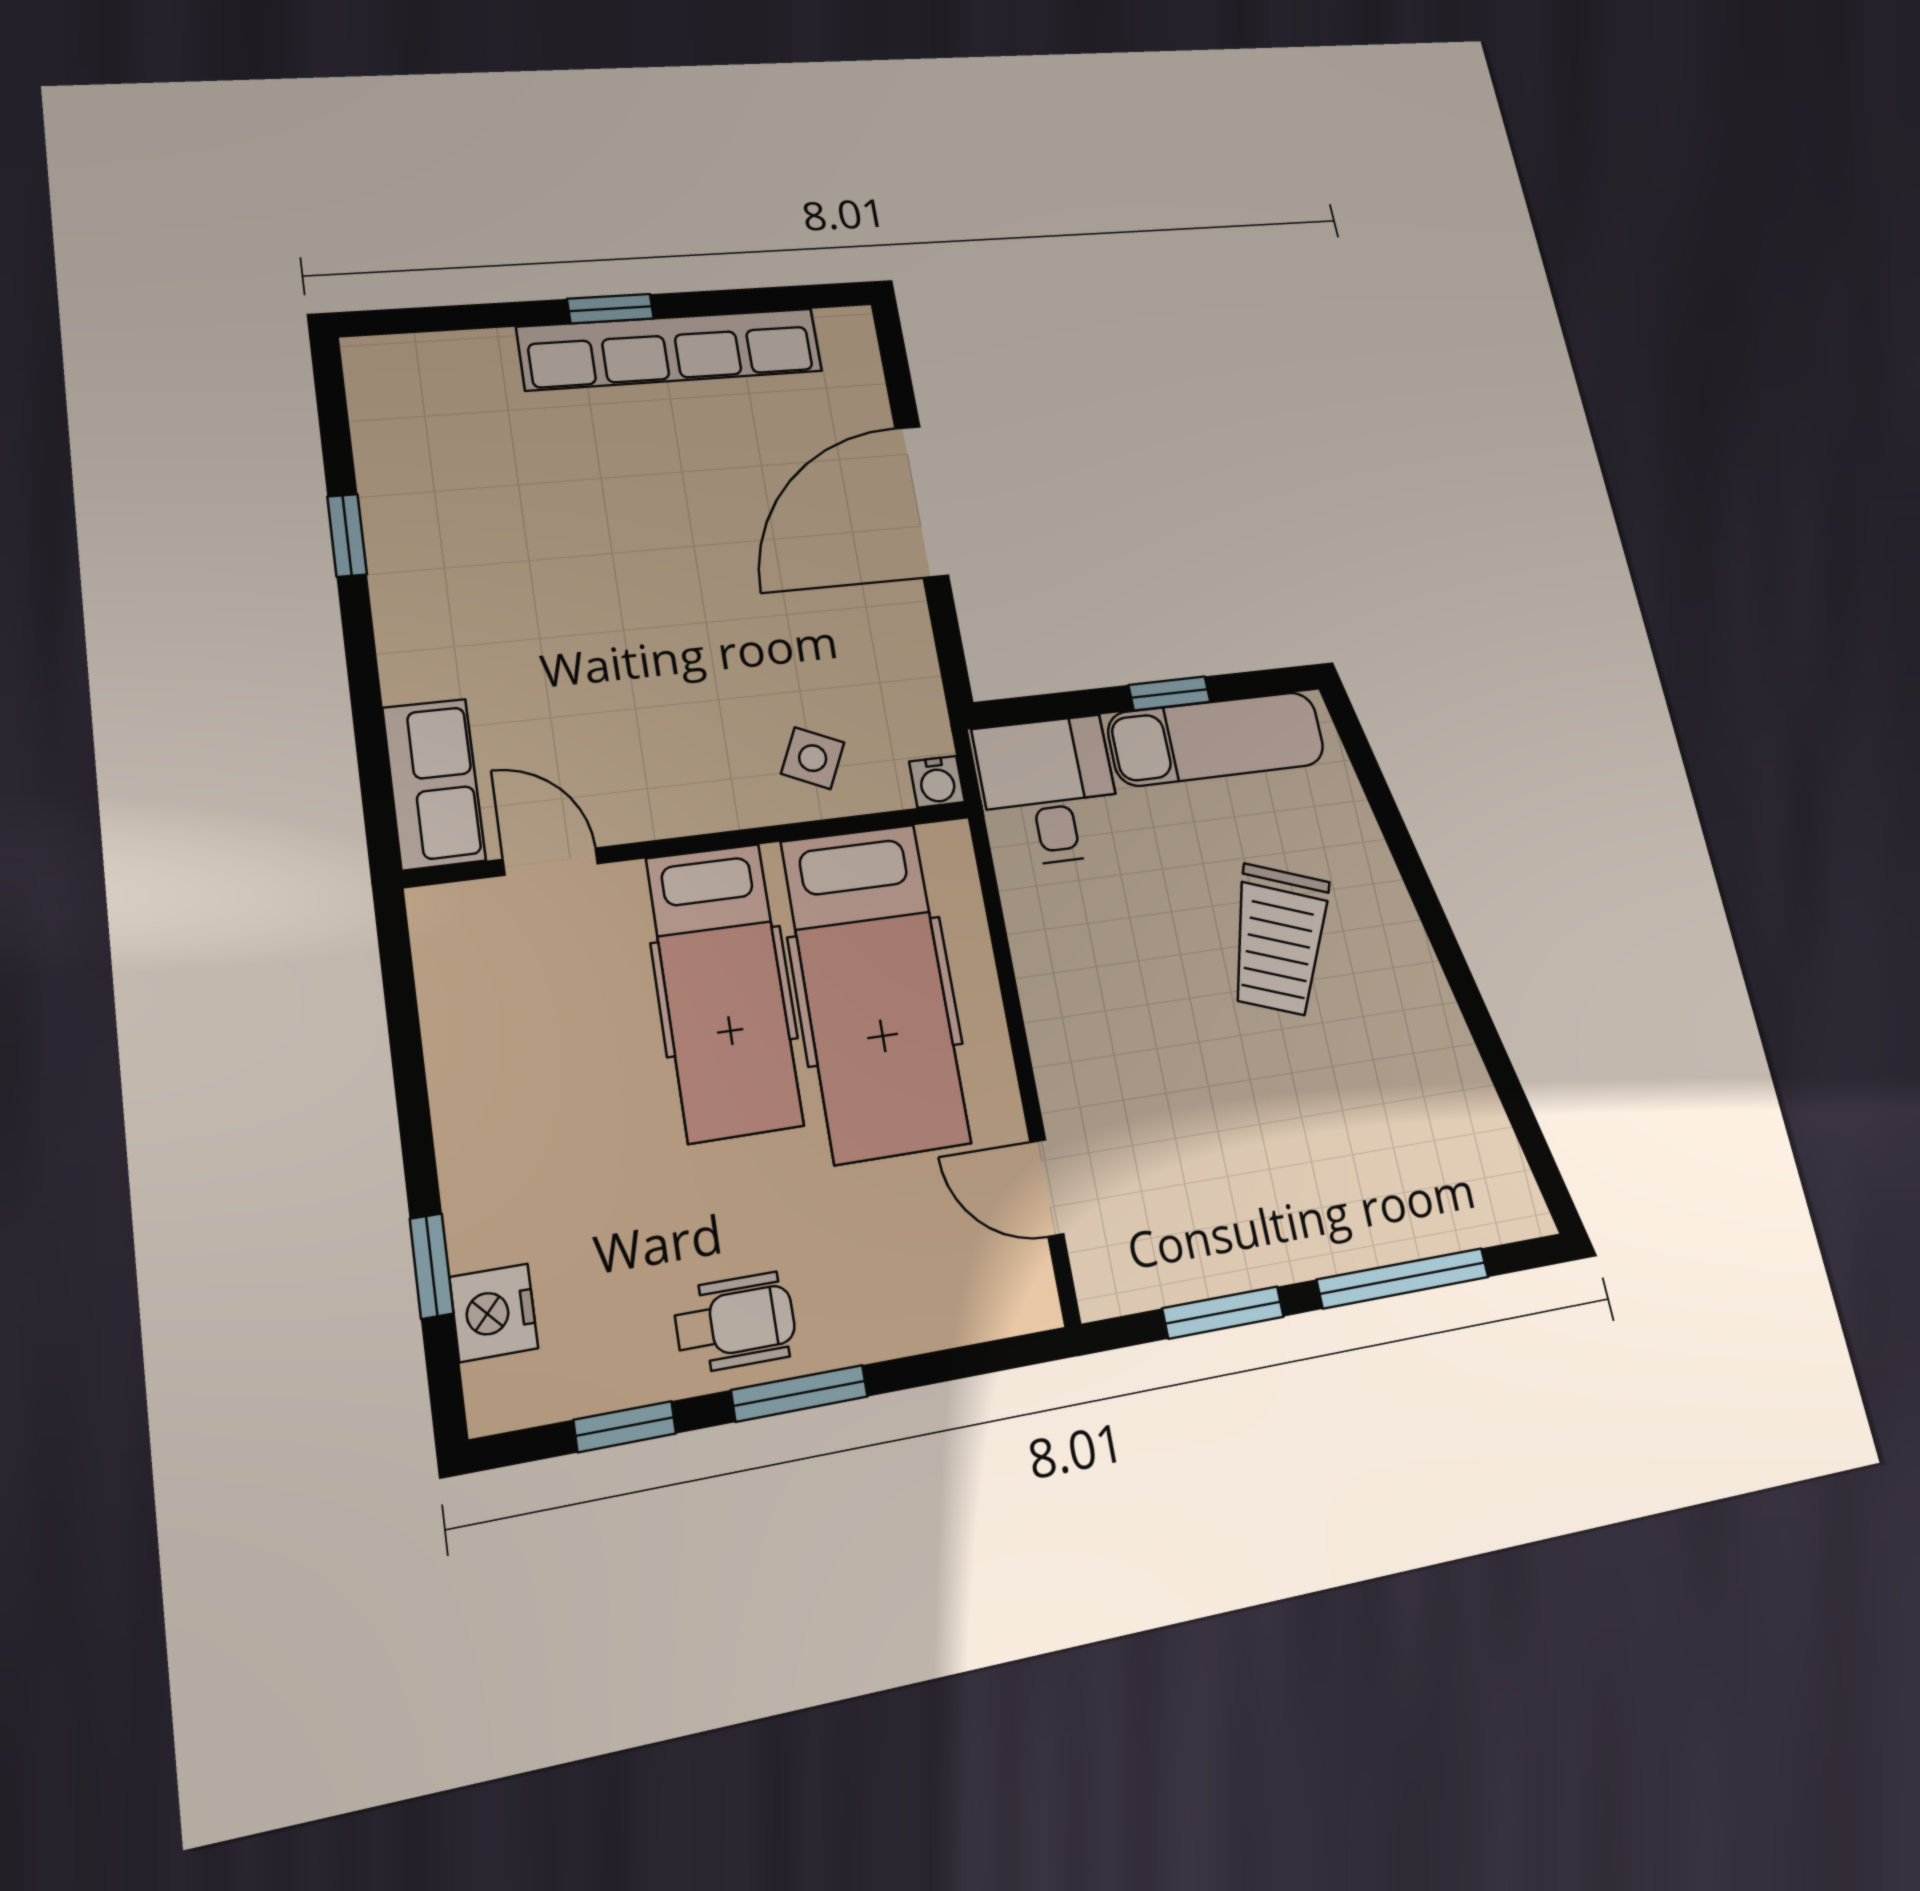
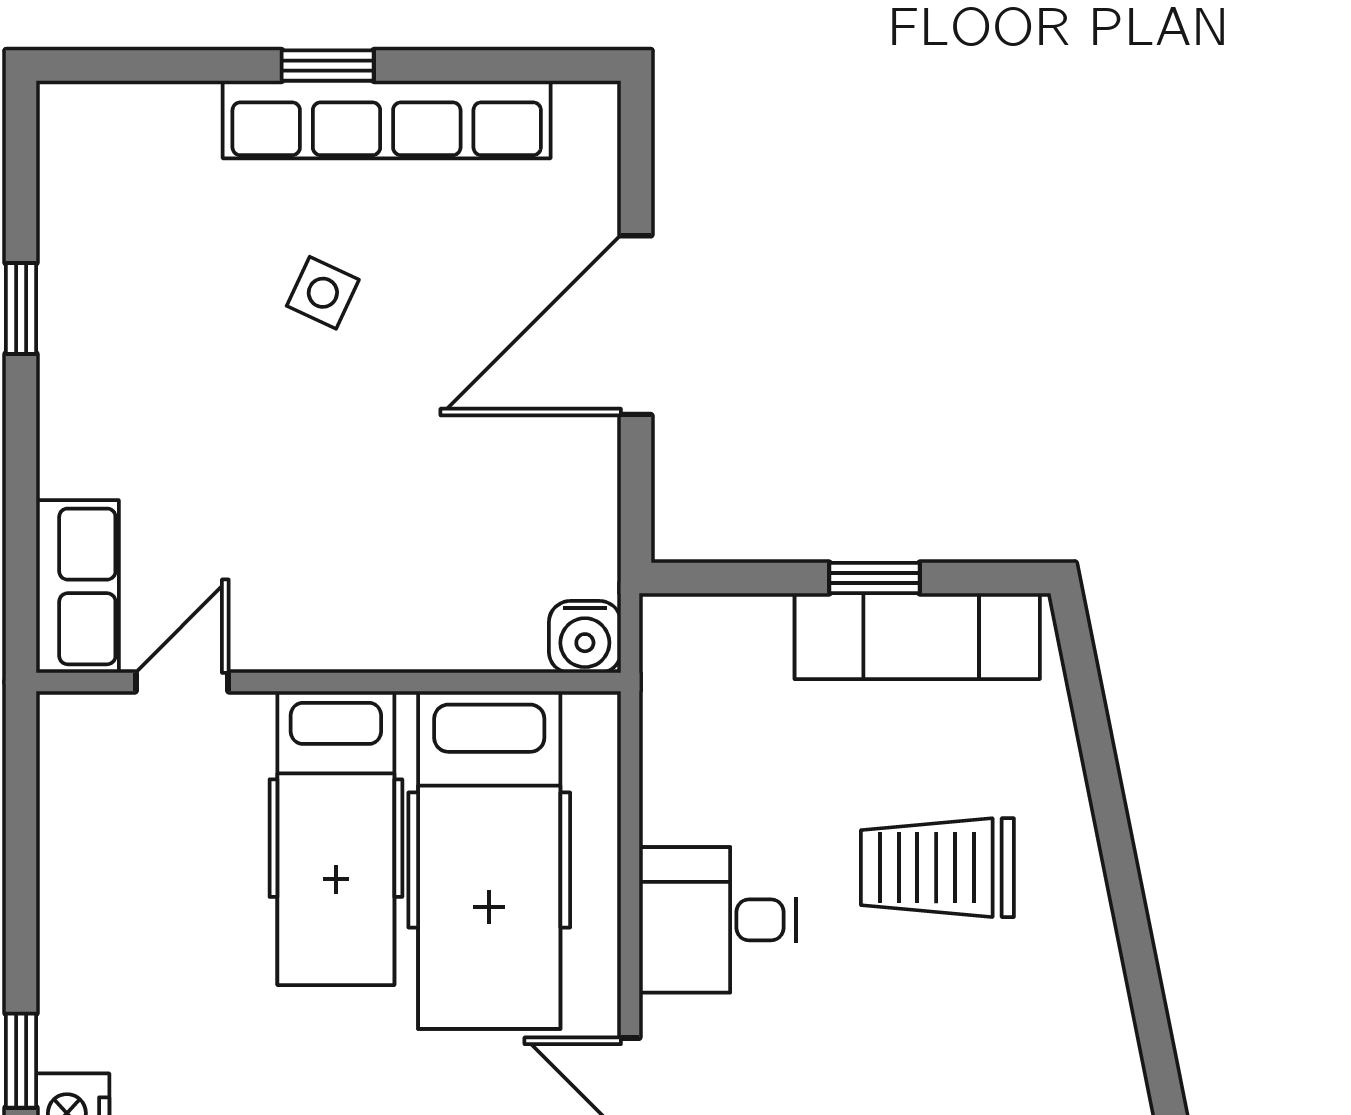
side table: (813, 758) -> (323, 293), moved
water cooler: (937, 782) -> (585, 637), width x1.38, depth x1.38
desk: (1049, 791) -> (718, 920), moved, turned -90
door: (550, 862) -> (182, 682), hinge flipped
trolley: (1279, 940) -> (937, 868), turned 70

